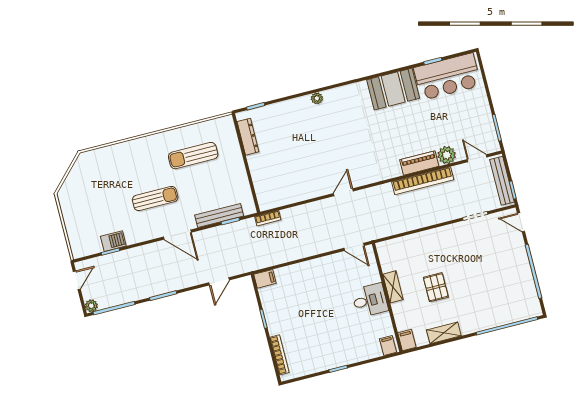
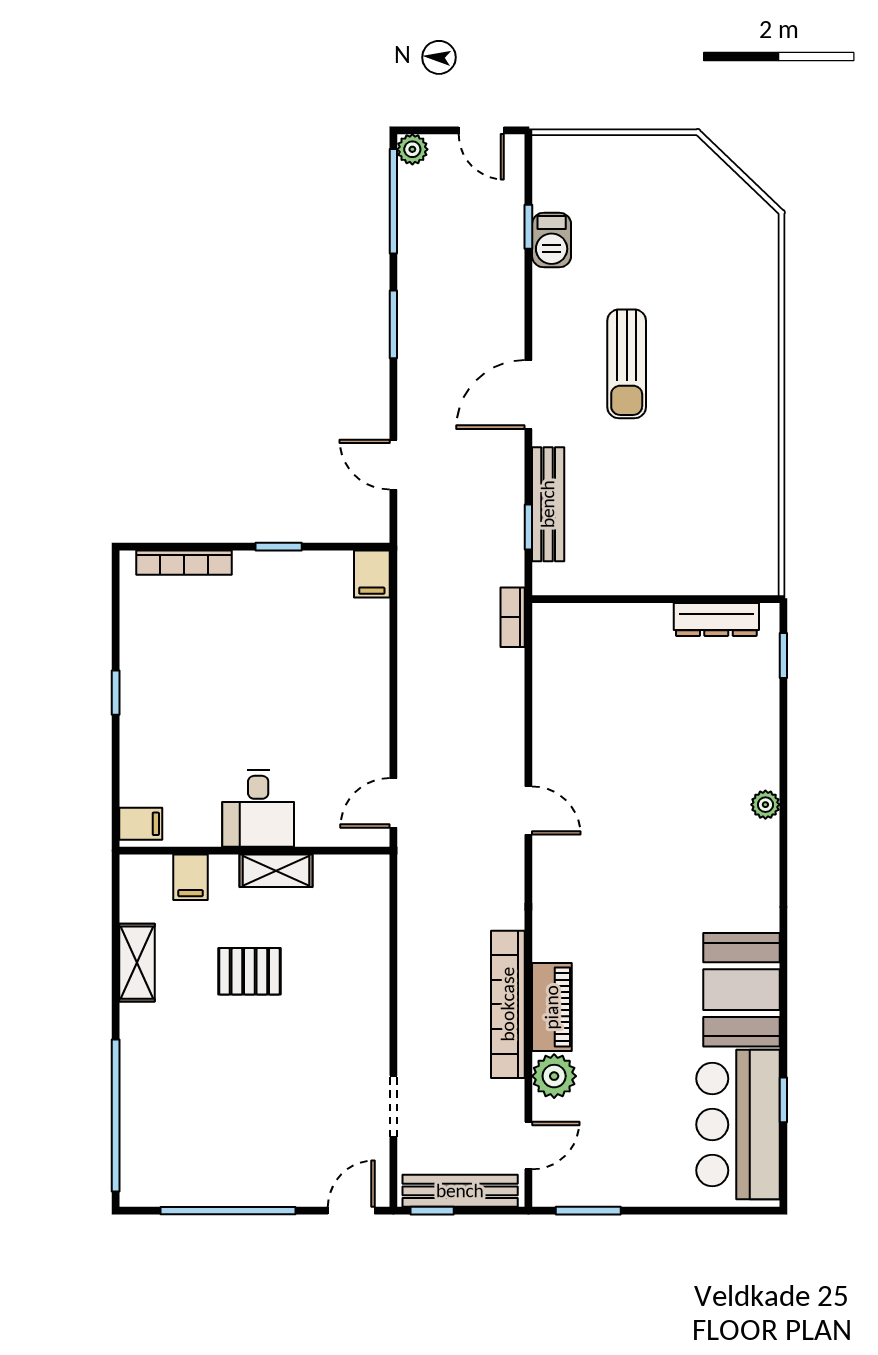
sun lounger: (193, 156) -> (705, 479), removed
filing cabinet: (407, 340) -> (191, 877), moved, turned 90

